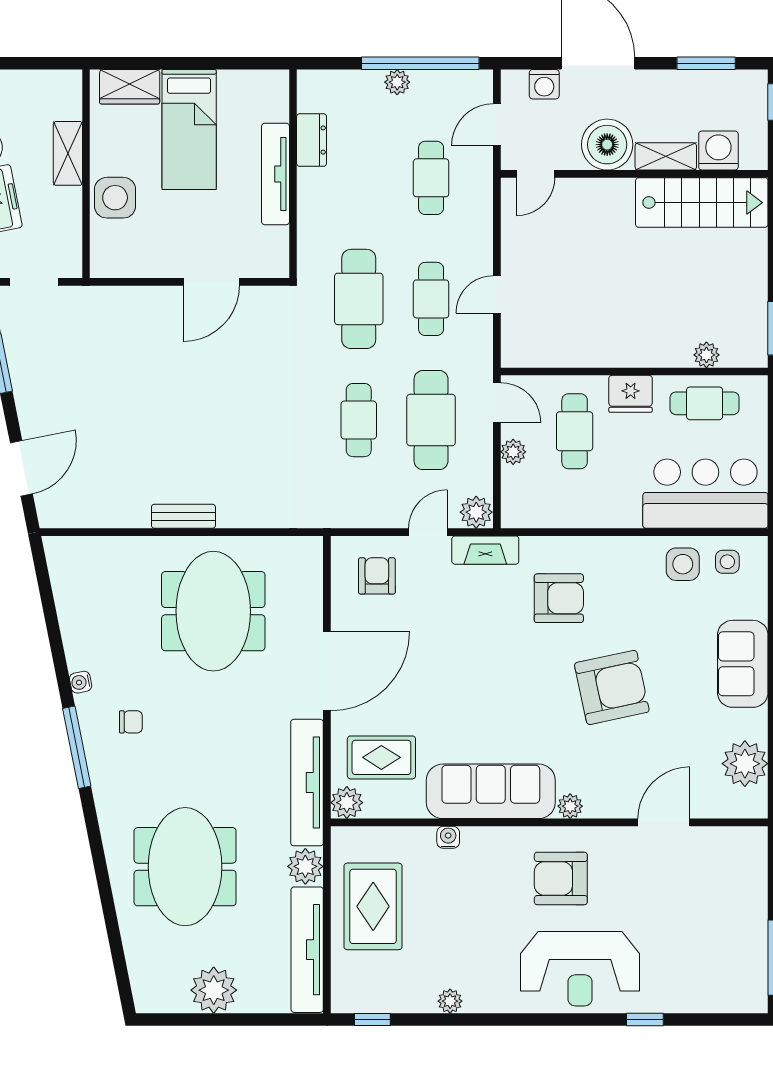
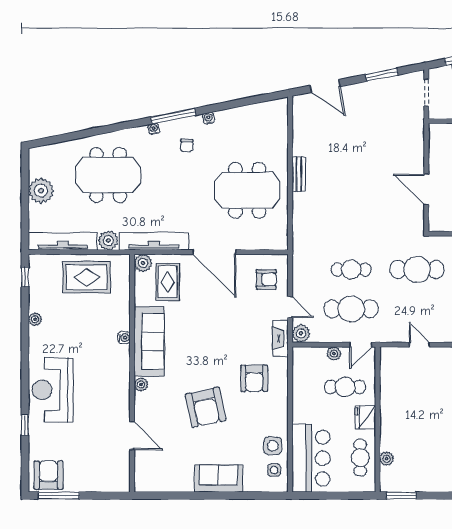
cafe table: (431, 299) -> (417, 309), removed
plant: (745, 764) -> (164, 480), removed
water cooler: (100, 783) -> (154, 129), added
water cooler: (448, 837) -> (124, 338), moved
armchair: (561, 878) -> (48, 475), moved

